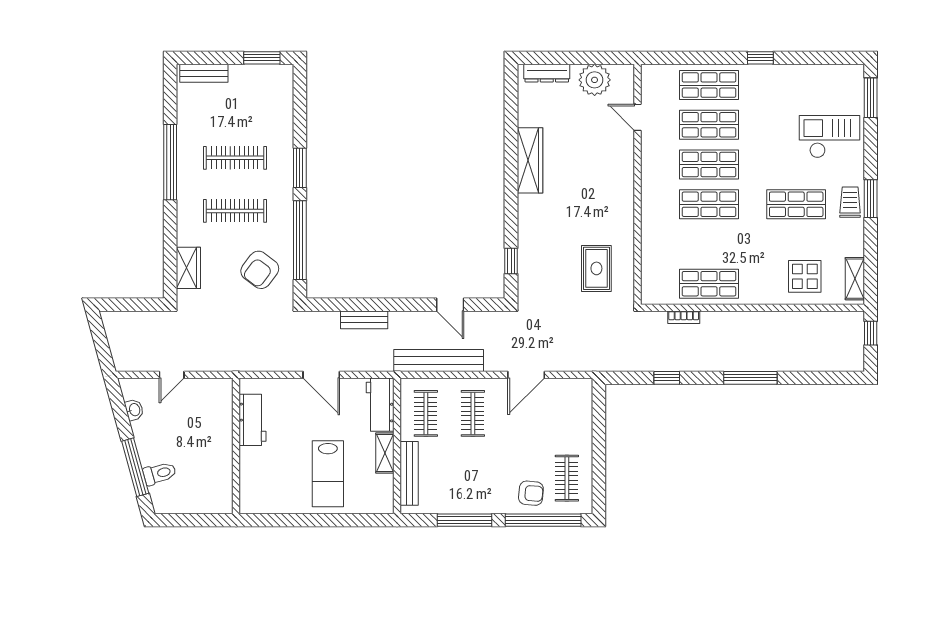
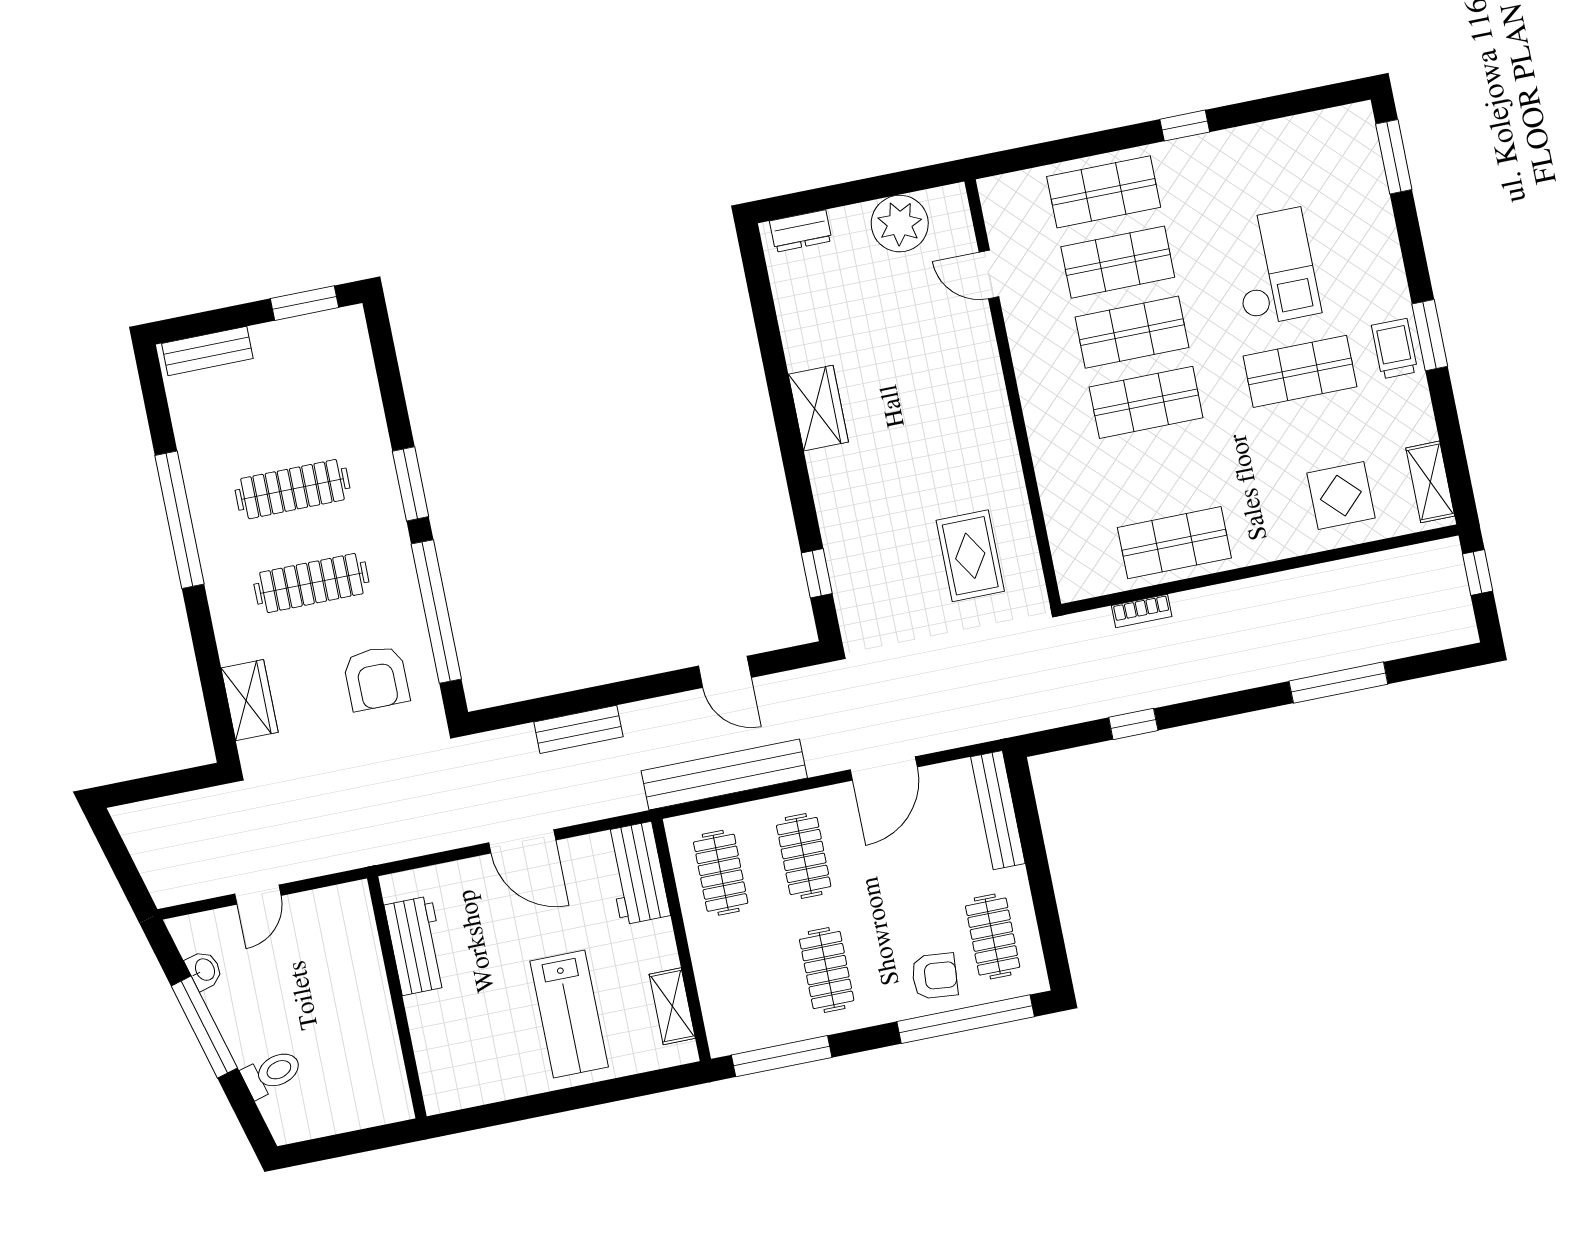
dresser: (547, 73) -> (801, 231), width x0.70
checkout: (830, 137) -> (1274, 267), moved, turned 90
wardrobe: (530, 160) -> (818, 408), width x0.67
armchair: (260, 270) -> (376, 678), turned -37
window: (750, 378) -> (1338, 683), moved
shelving: (385, 453) -> (672, 1006), moved
window: (135, 467) -> (204, 1027), moved
bench: (409, 473) -> (998, 810), moved
clothes rail: (473, 478) -> (827, 970), added
window: (465, 520) -> (782, 1056), moved

